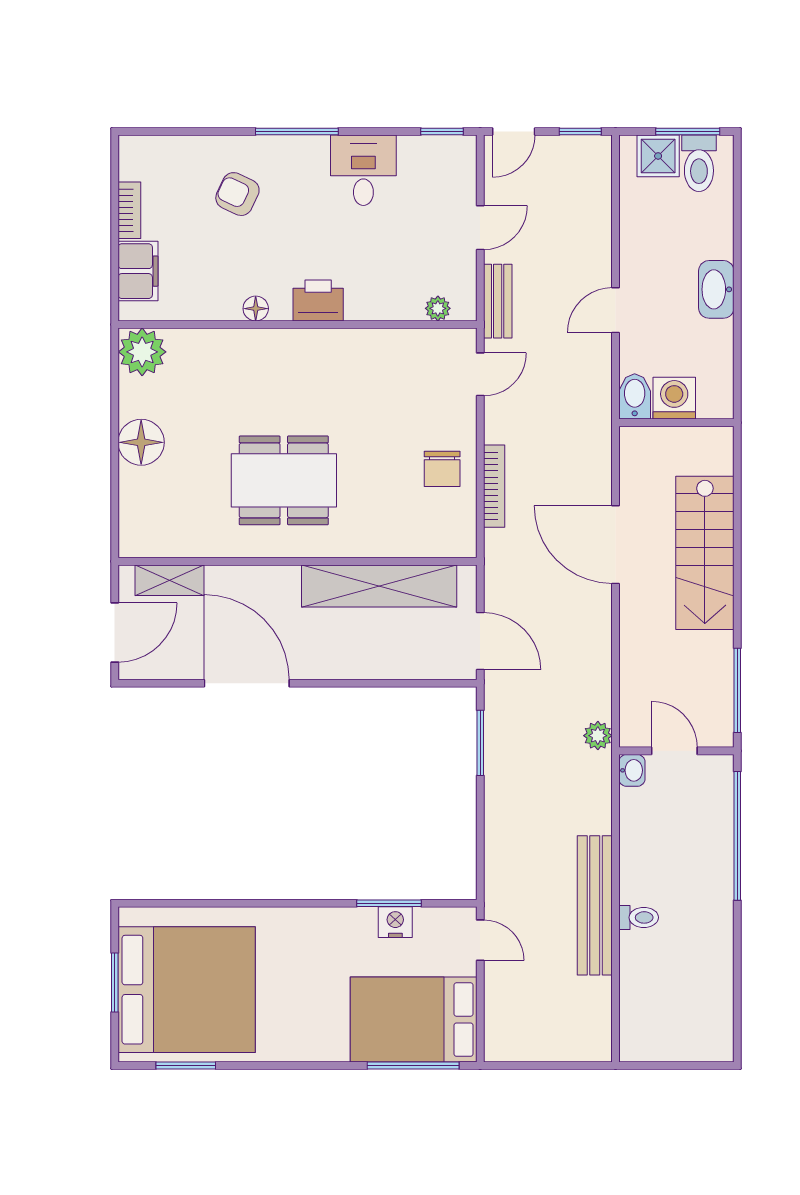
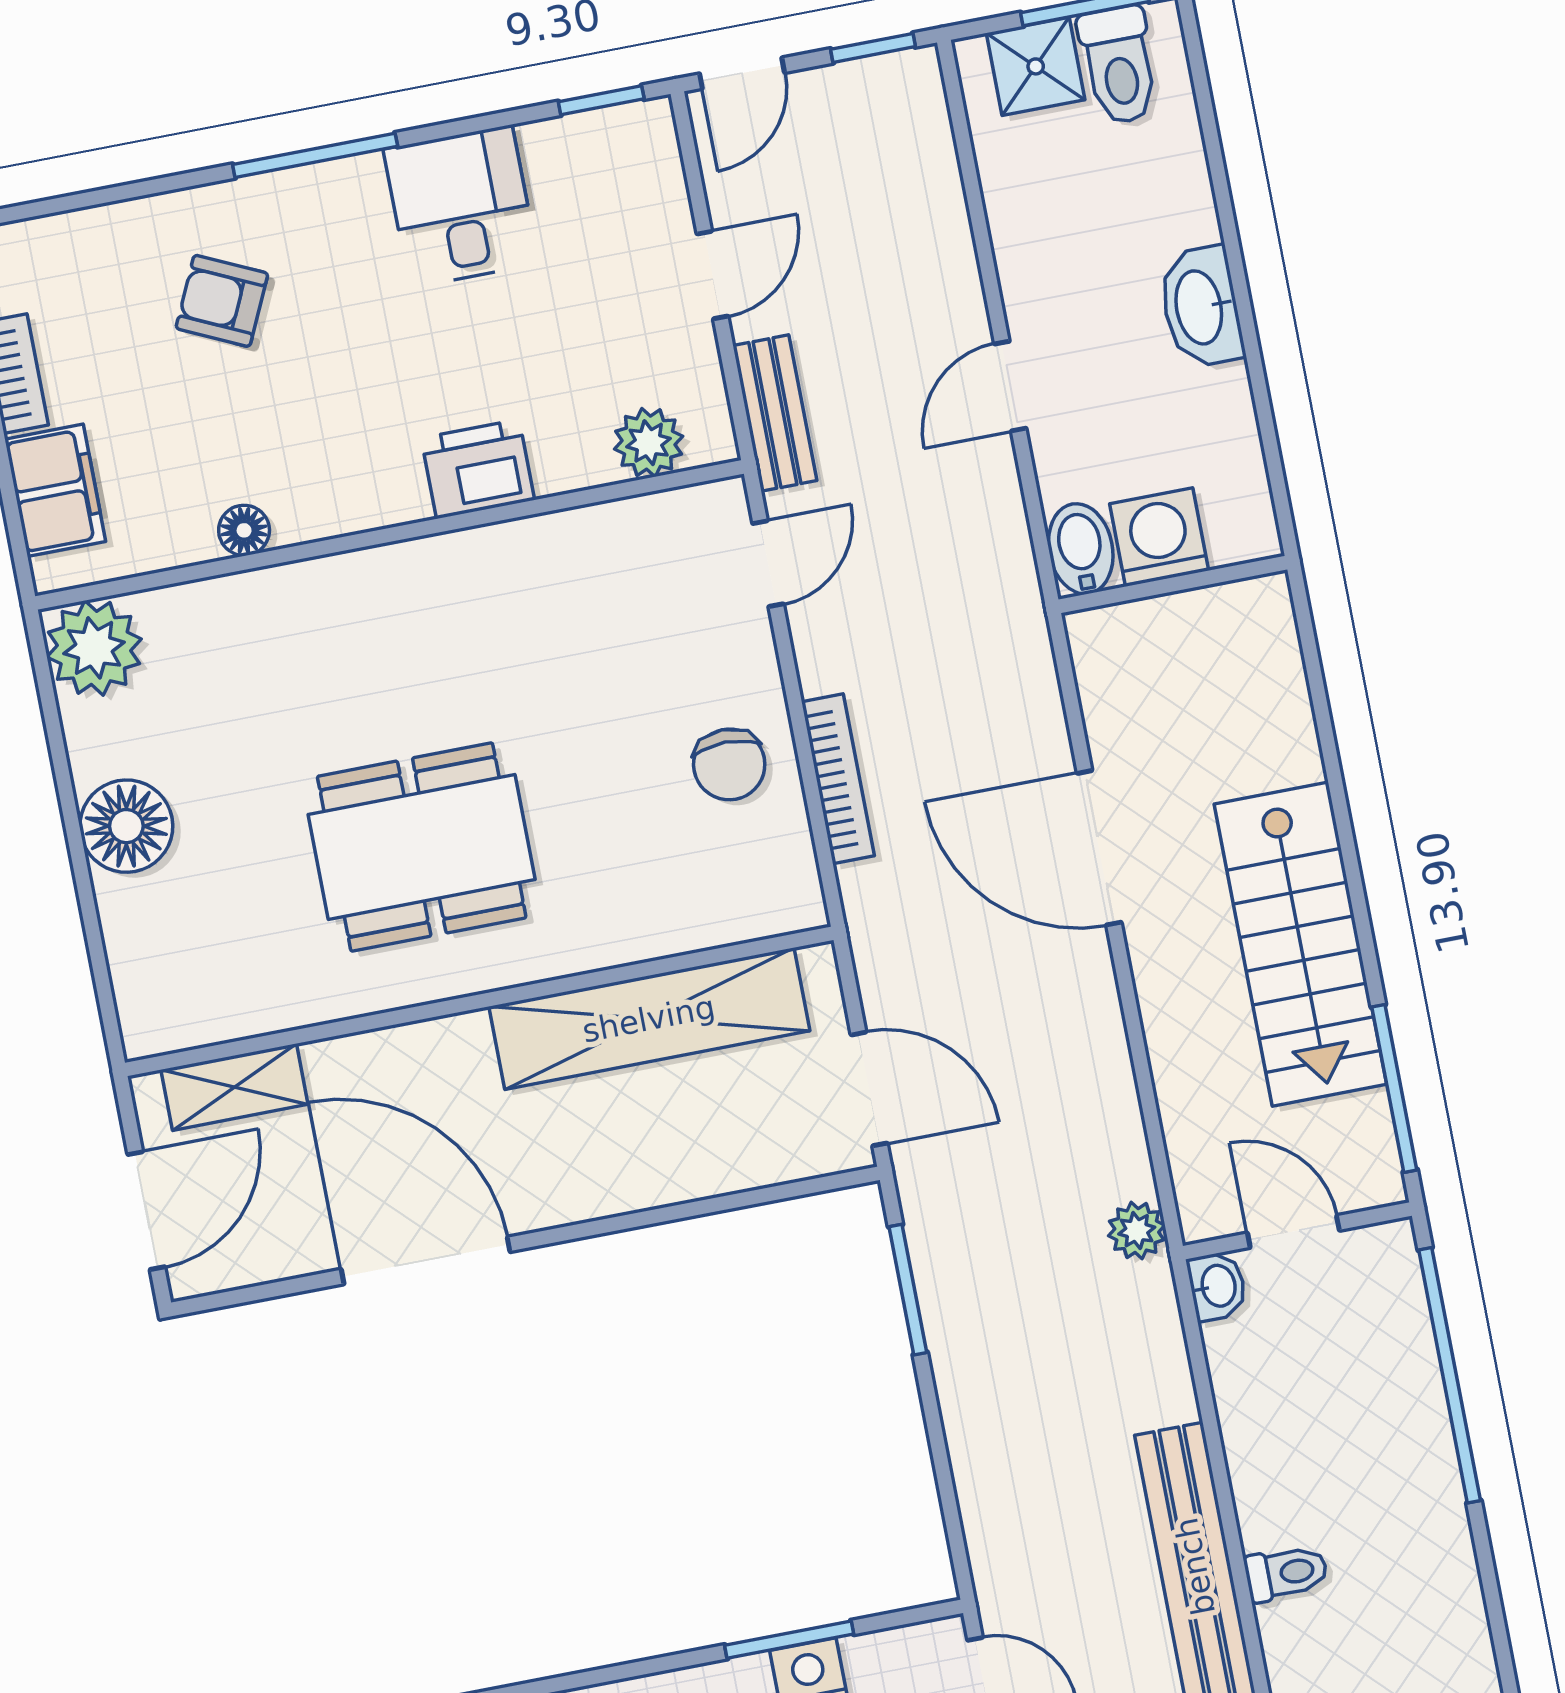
printer: (318, 301) -> (478, 469), moved
plant: (438, 308) -> (649, 443), width x1.38, depth x1.38
floor lamp: (256, 309) -> (244, 530), moved
stairs: (705, 553) -> (1300, 944), moved

